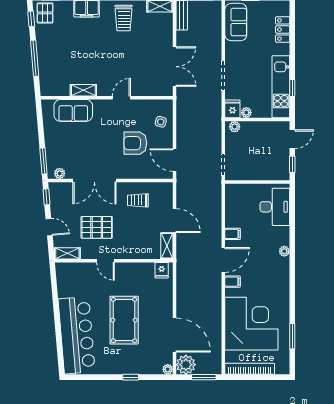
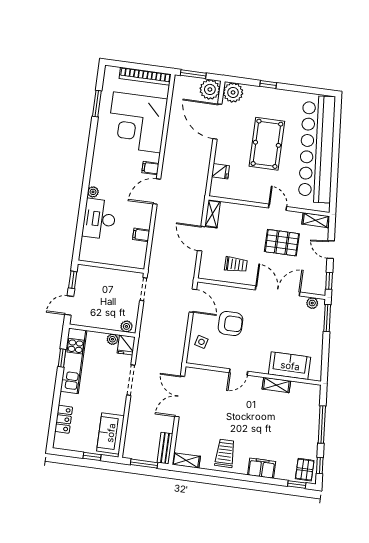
desk: (275, 207) -> (99, 219), moved
filing cabinet: (233, 234) -> (141, 235), moved
fridge: (162, 270) -> (220, 171), moved, turned 90
bar counter: (77, 335) -> (317, 149), width x1.36
plant: (168, 369) -> (233, 92), width x1.88, depth x1.88

